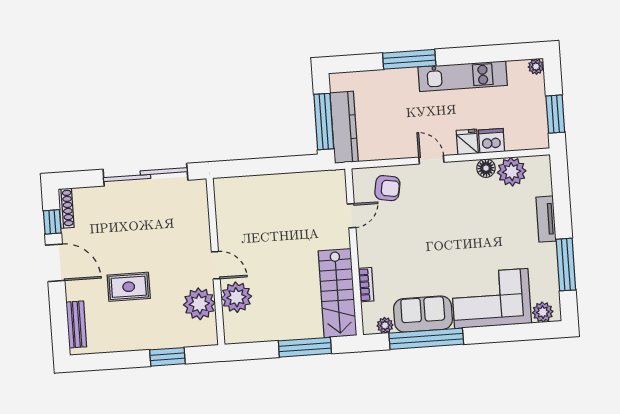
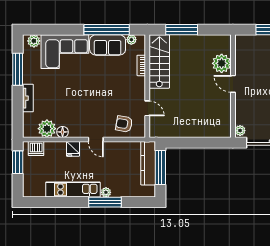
plant: (536, 66) -> (106, 192), moved
dishwasher: (491, 141) -> (36, 149), moved
door: (352, 216) -> (147, 108), swing flipped
plant: (199, 304) -> (240, 131), moved, width x0.53, depth x0.53

